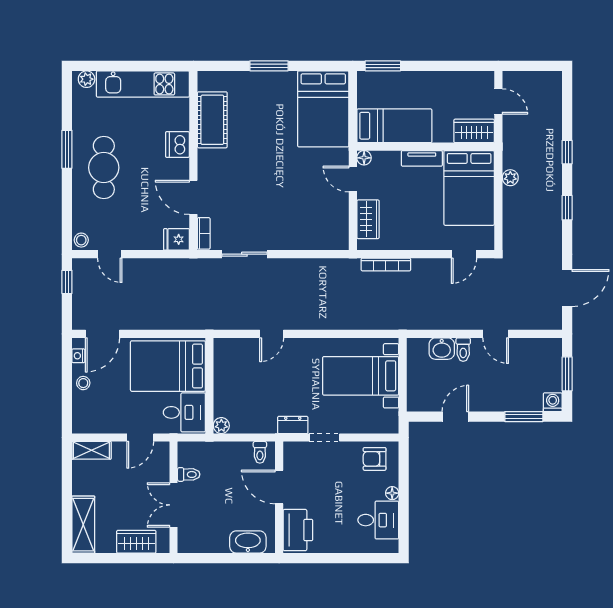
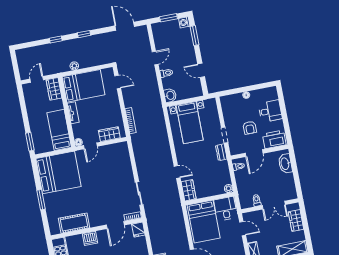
bed: (323, 109) -> (58, 172), width x1.36
wardrobe: (233, 349) -> (189, 190), added
washbasin: (442, 349) -> (170, 95), moved
armchair: (375, 459) -> (250, 128), moved
desk: (378, 520) -> (270, 111), moved, turned 90

